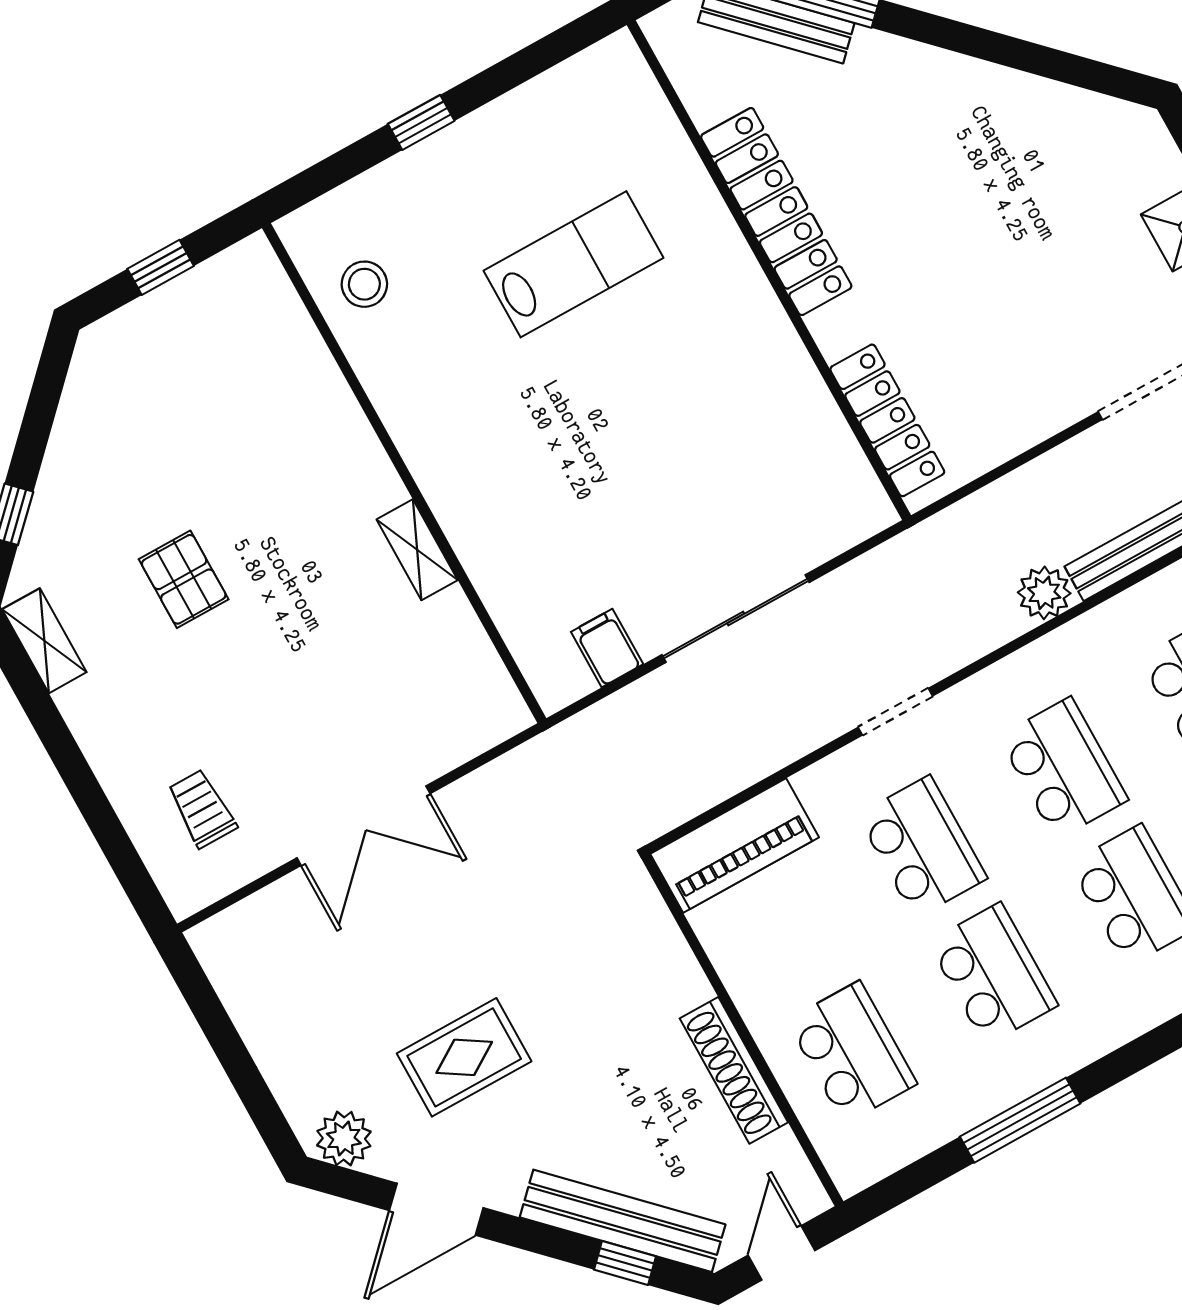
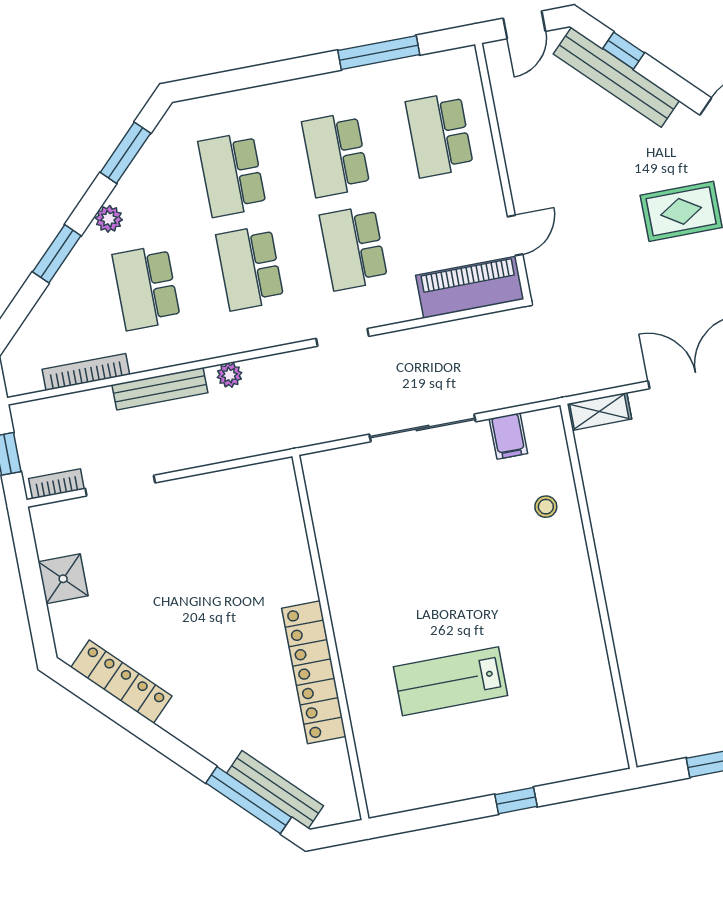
stool: (364, 284) -> (546, 507), moved, width x0.73, depth x0.73
locker: (887, 420) -> (121, 682), moved, turned 135
shelving: (417, 550) -> (599, 411), moved, turned 90
plant: (1044, 593) -> (230, 375), width x0.73, depth x0.73
door: (694, 943) -> (515, 235), added
shoe rack: (734, 1070) -> (516, 148), removed
window: (1020, 1120) -> (379, 53), moved

